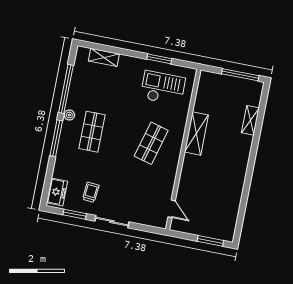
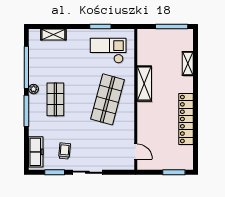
shop shelf: (151, 143) -> (108, 99), width x1.43, depth x1.36
locker: (236, 183) -> (186, 119), added
freezer: (57, 192) -> (36, 152), width x1.40

